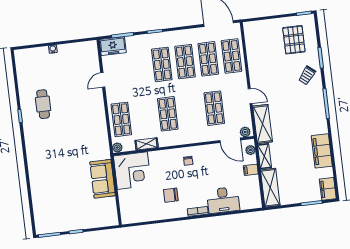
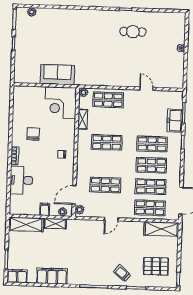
freezer: (113, 46) -> (175, 121), moved
shelving: (263, 124) -> (161, 229), moved
plant: (39, 217) -> (32, 12), added

